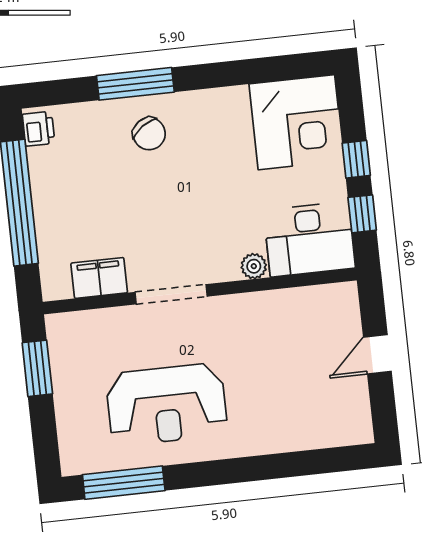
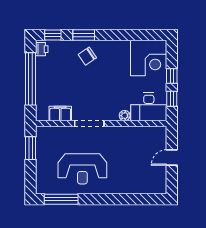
window: (135, 84) -> (84, 35), width x0.69
window: (61, 92) -> (53, 35), added
chair: (149, 134) -> (87, 56), turned 91

